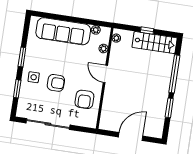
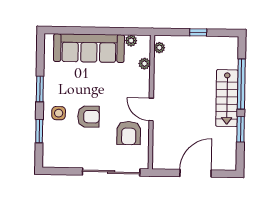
stairs: (155, 43) -> (227, 98), moved, turned 90
door: (105, 74) -> (151, 109), moved
sliding door: (48, 124) -> (111, 172), moved

